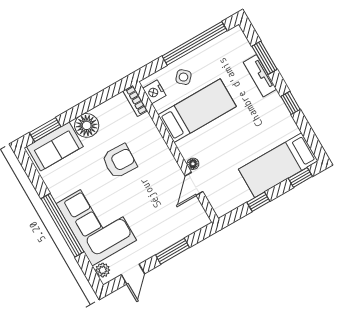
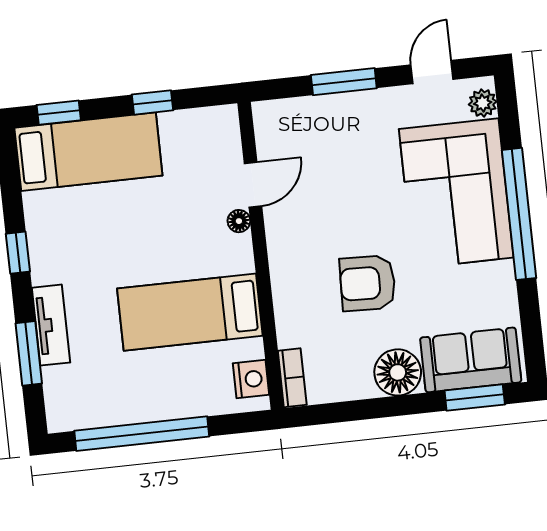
side table: (183, 77) -> (188, 382), removed

